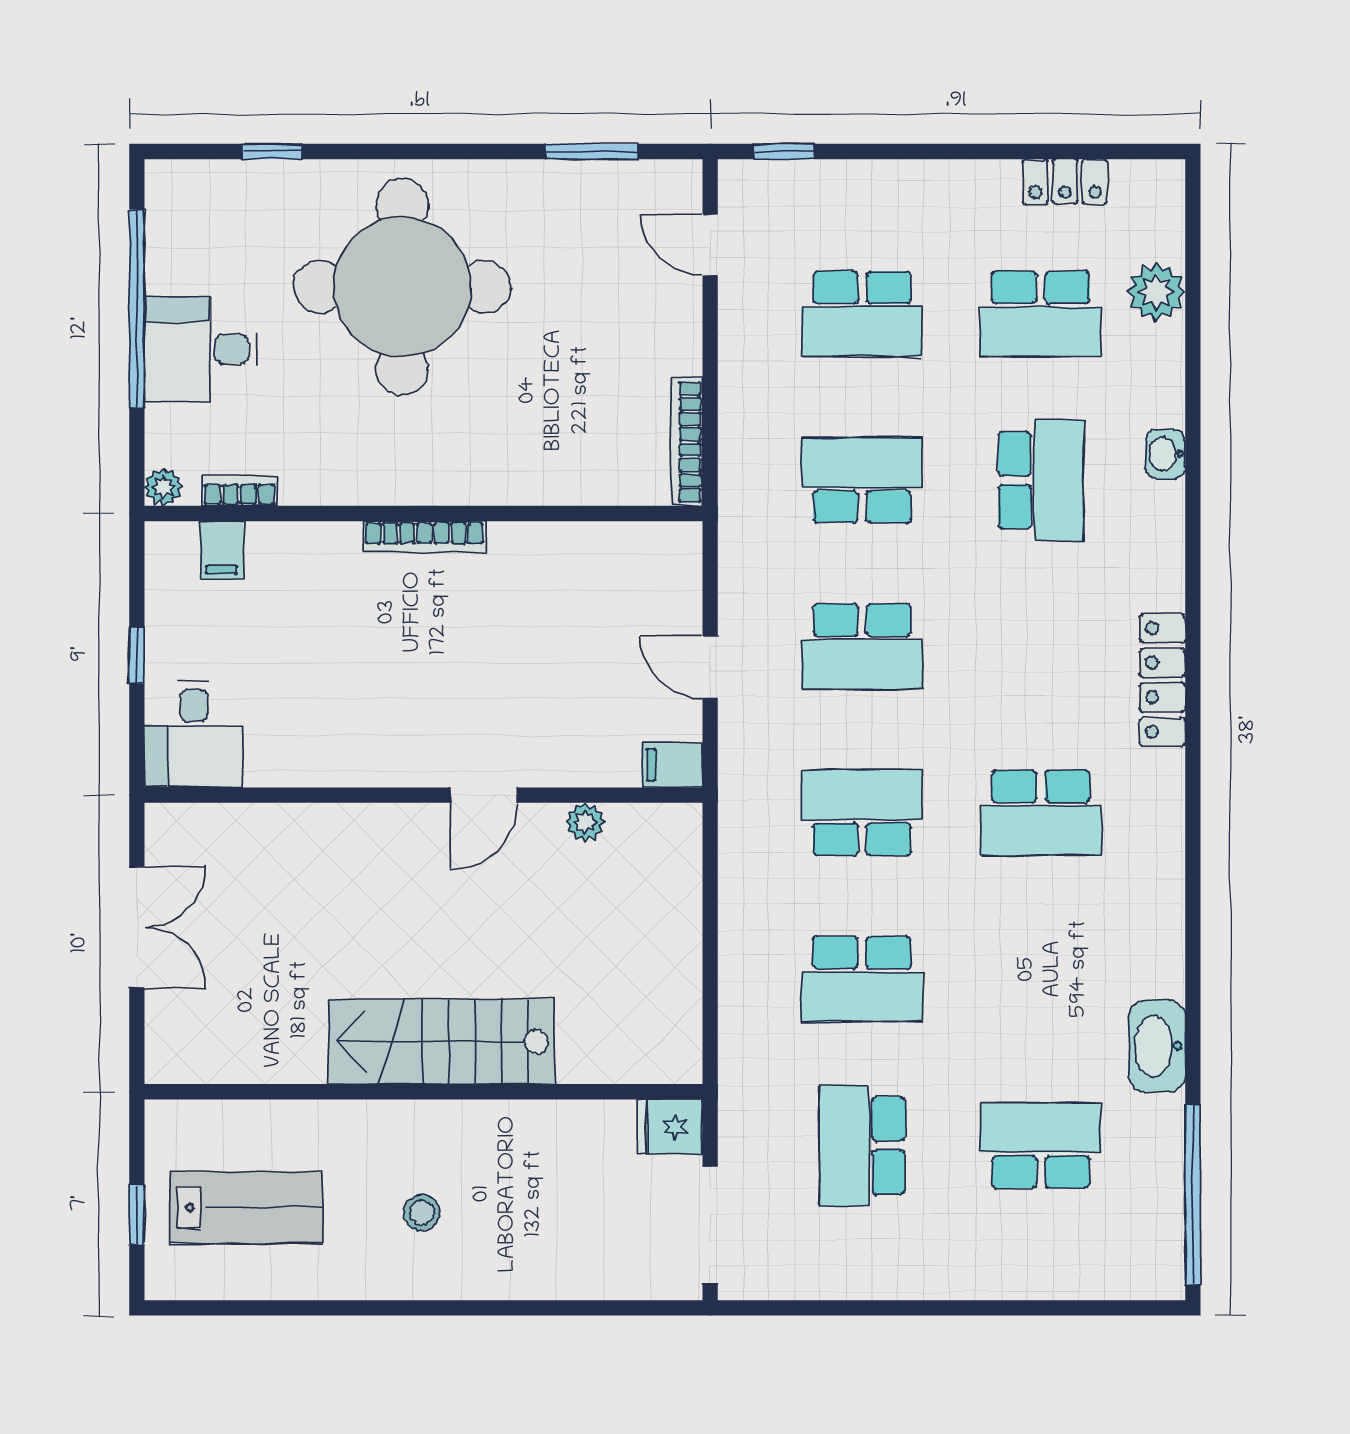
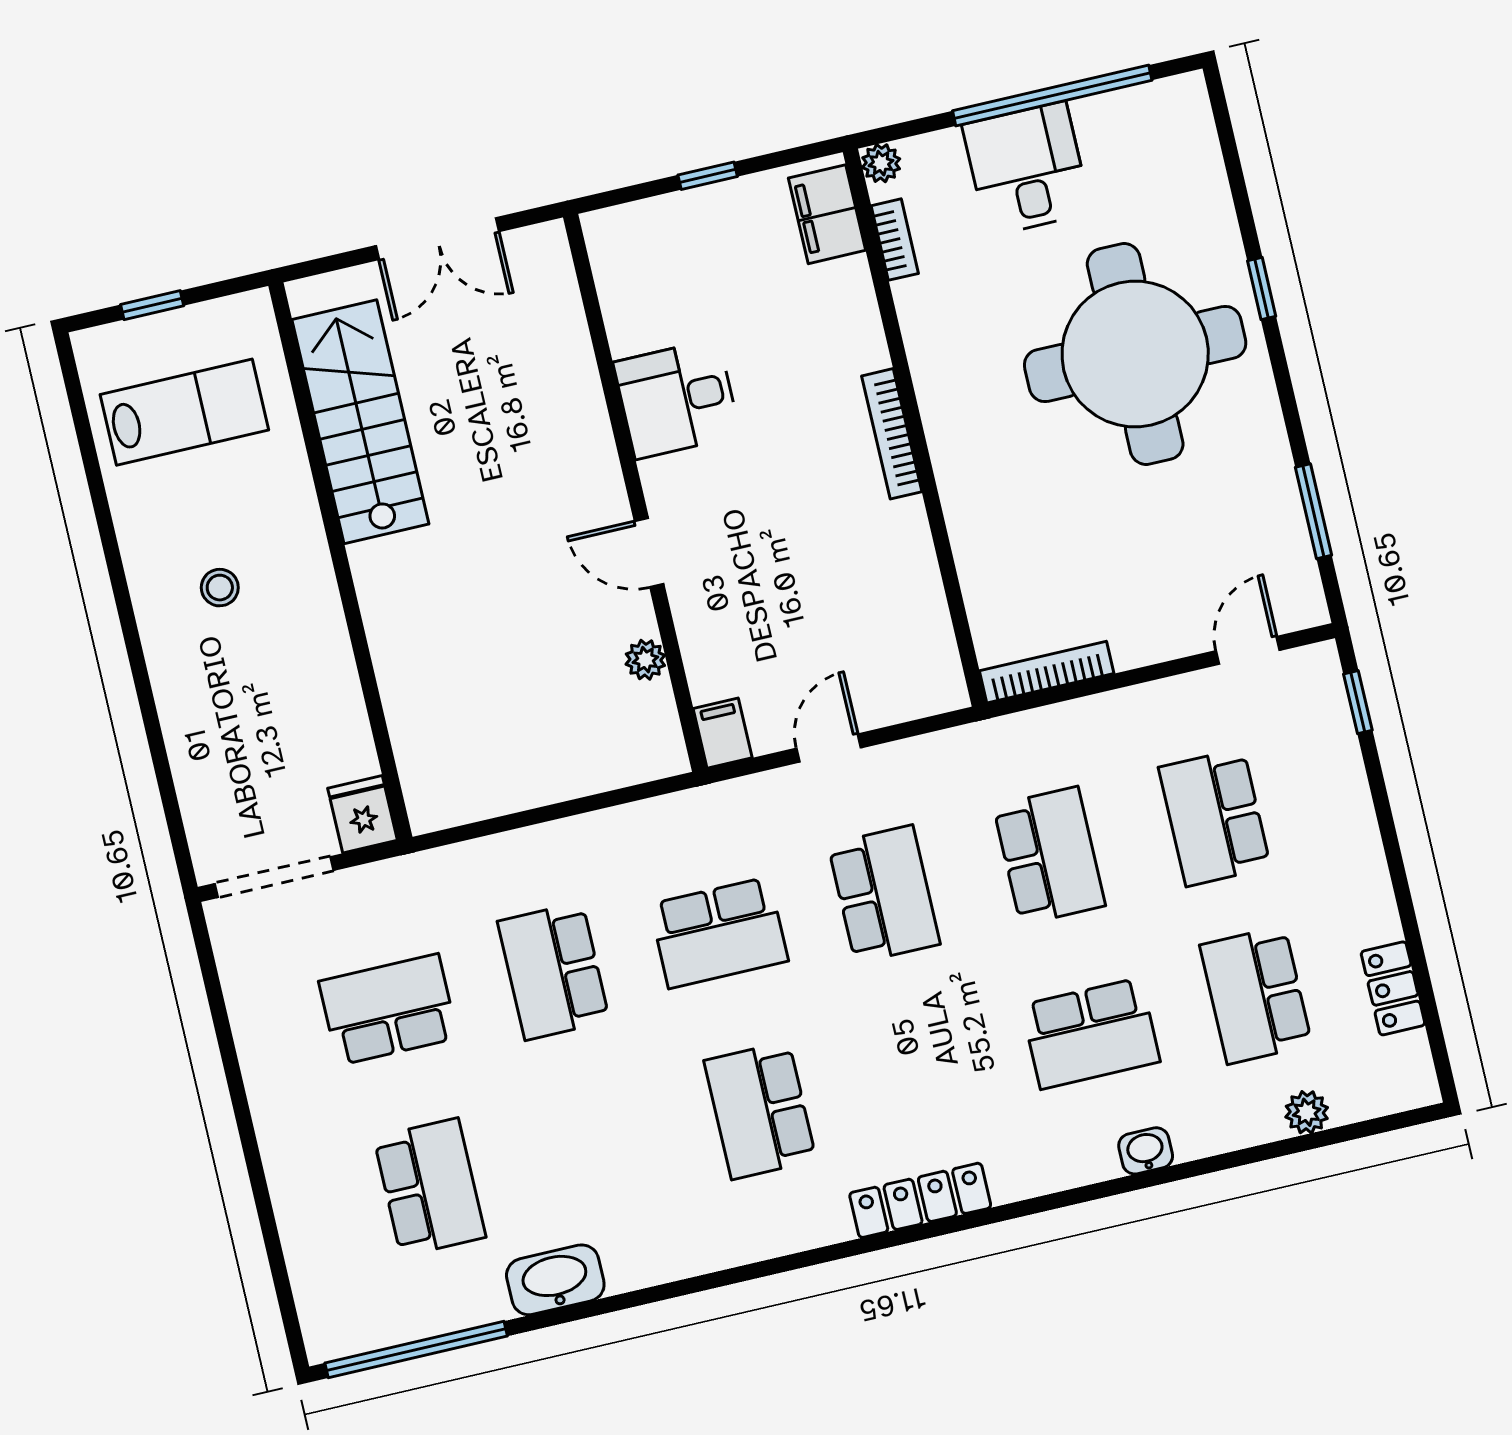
window: (272, 151) -> (1262, 289), moved
plant: (1156, 292) -> (1307, 1112), width x0.73, depth x0.73
filing cabinet: (222, 550) -> (827, 214), width x2.00
school desk: (862, 647) -> (884, 894), turned 180
desk: (194, 734) -> (677, 399), moved
school desk: (862, 813) -> (719, 933), turned 90
stairs: (441, 1042) -> (360, 422), moved
lab bench: (246, 1208) -> (184, 412), turned -90

